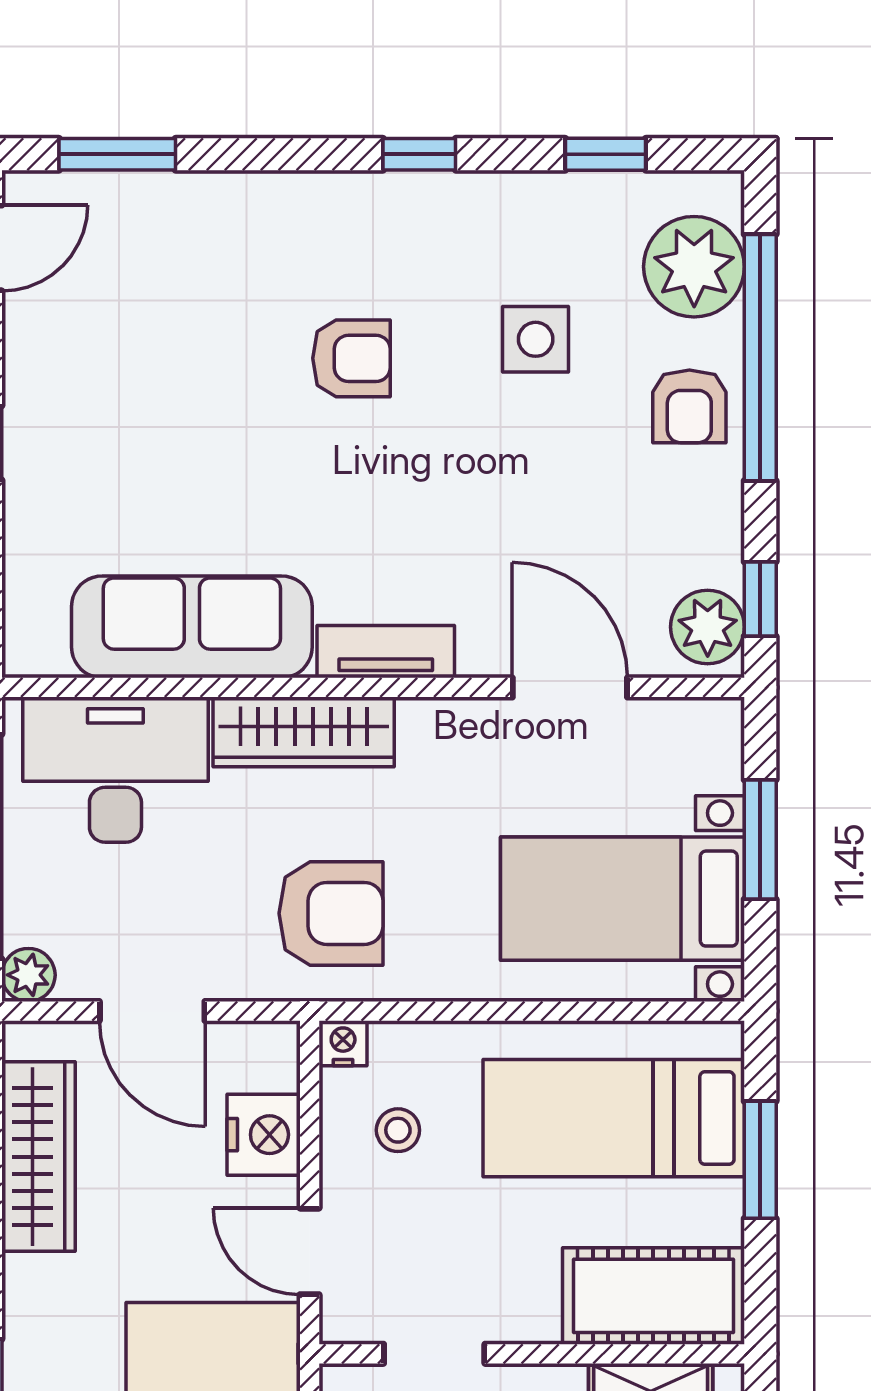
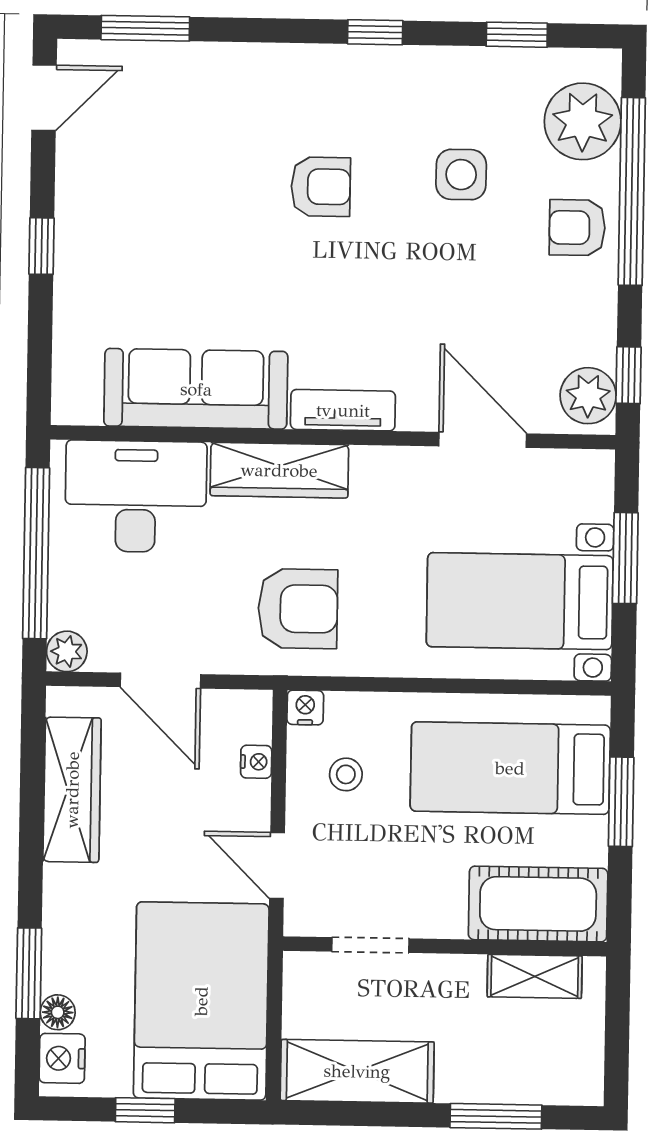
armchair: (689, 406) -> (577, 228), turned 90
nightstand: (264, 1135) -> (256, 762), width x0.53, depth x0.56

